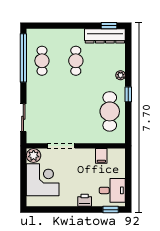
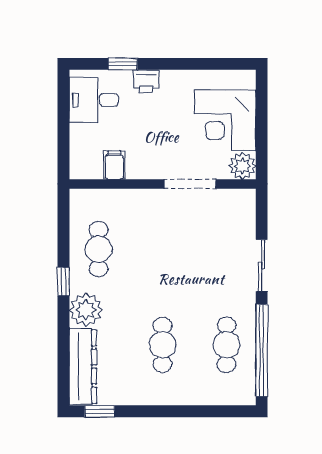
dresser: (105, 36) -> (83, 367), moved, turned 90
plant: (121, 75) -> (86, 310), width x1.88, depth x1.88
cafe table: (110, 111) -> (99, 249), width x0.73, depth x0.74
sliding door: (23, 118) -> (262, 265), moved
window: (111, 210) -> (123, 64), moved

